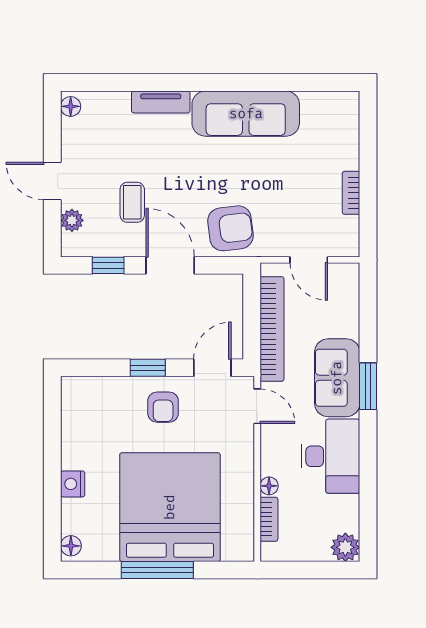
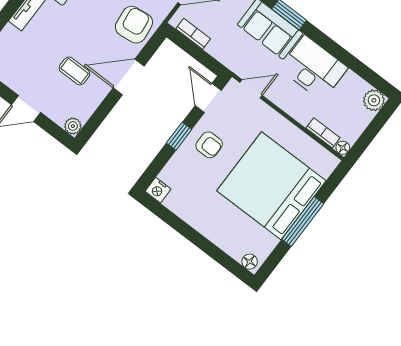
plant: (72, 220) -> (73, 126), moved
window: (108, 265) -> (101, 113), removed
bookcase: (272, 329) -> (193, 34), width x0.43, depth x0.76
nightstand: (73, 484) -> (158, 190), moved
floor lamp: (269, 486) -> (343, 148), moved

